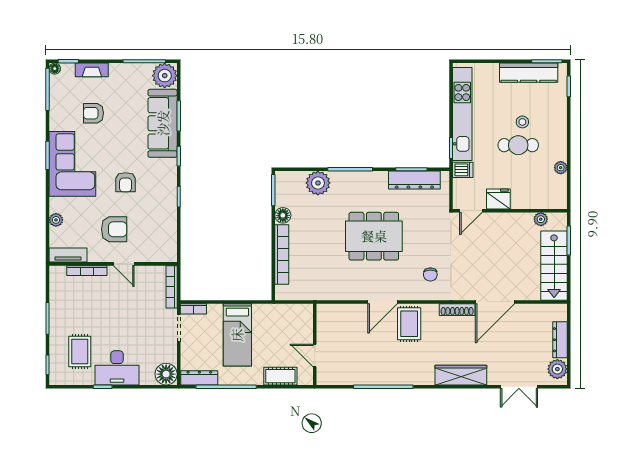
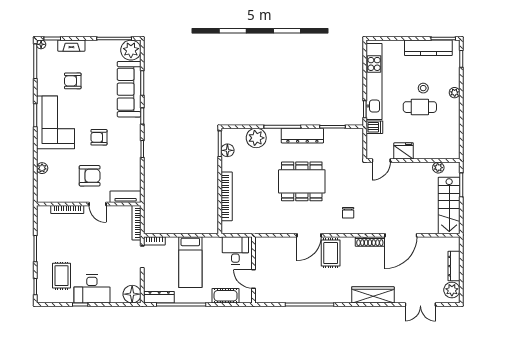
plant: (561, 168) -> (455, 93), moved
dresser: (414, 180) -> (302, 136), moved
armchair: (126, 182) -> (99, 137), turned 90
floor lamp: (283, 215) -> (227, 150), moved
tv unit: (68, 255) -> (126, 197), moved
desk: (293, 321) -> (235, 251), added

